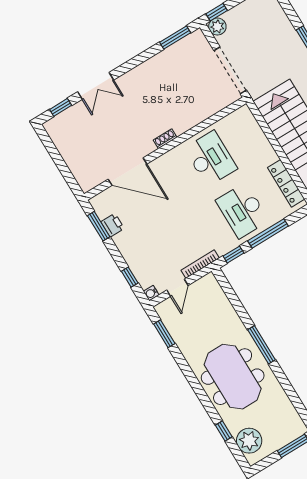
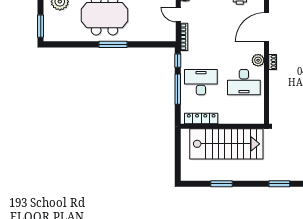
plant: (174, 158) -> (258, 60), added

